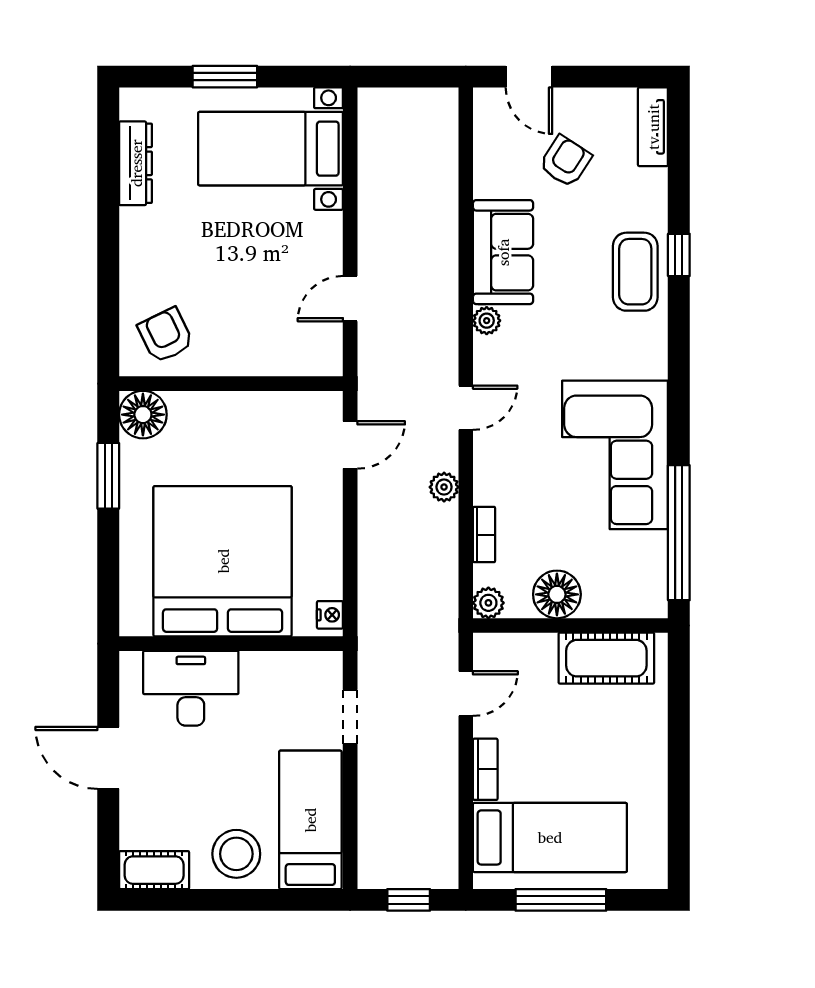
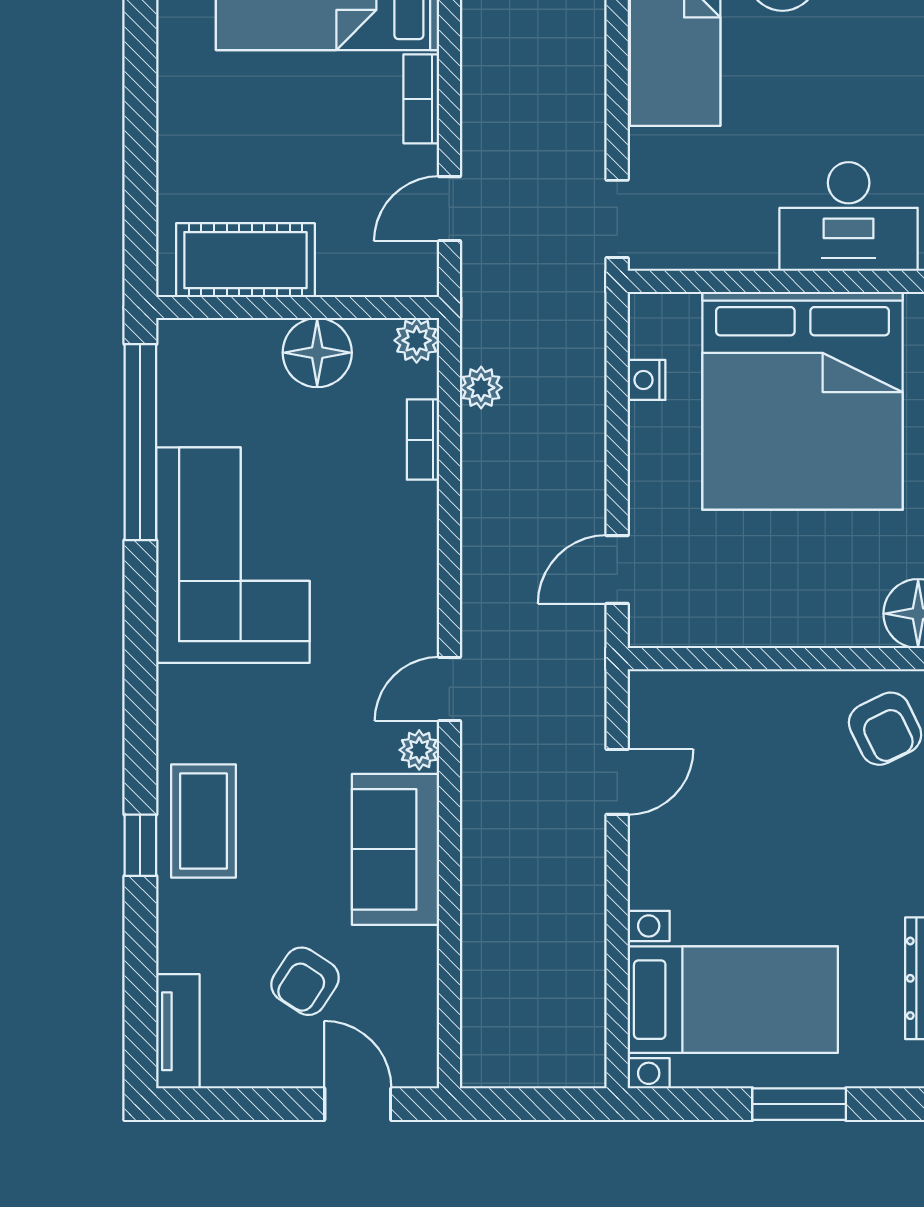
door: (466, 408) -> (449, 689), moved
plant: (444, 487) -> (481, 388), moved
nightstand: (330, 615) -> (647, 380), moved
doorway: (350, 717) -> (617, 219), moved

